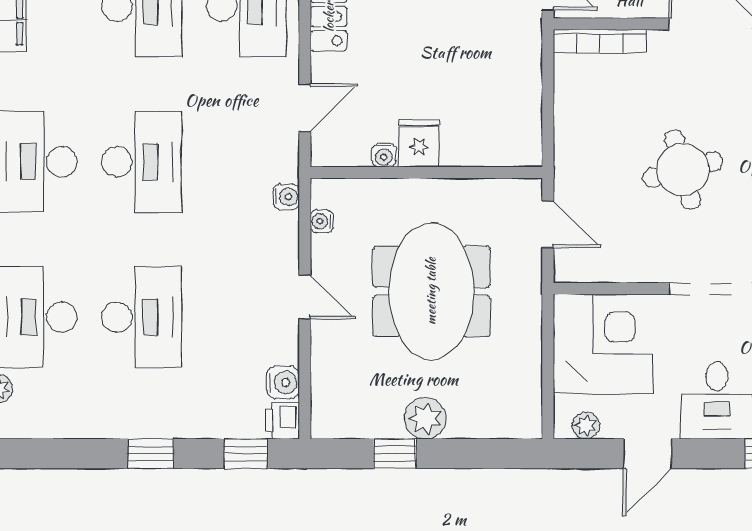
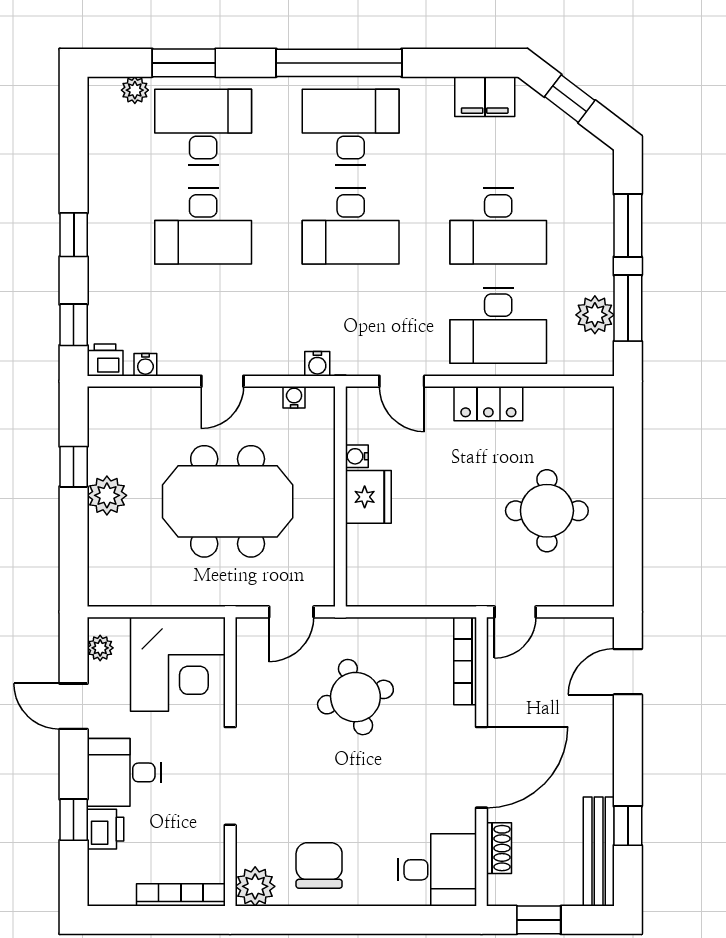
fridge: (419, 143) -> (368, 497), width x1.38
round table: (683, 170) -> (355, 697), moved
water cooler: (283, 382) -> (145, 365), width x0.72, depth x0.72

